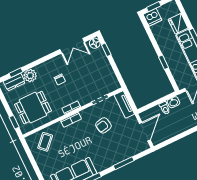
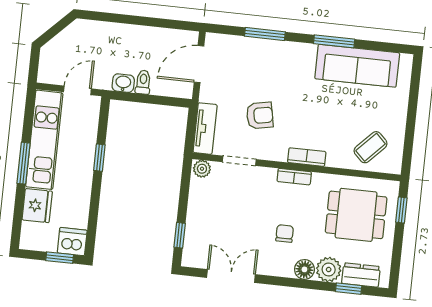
floor lamp: (95, 43) -> (304, 269), moved
plant: (115, 86) -> (202, 169), added

